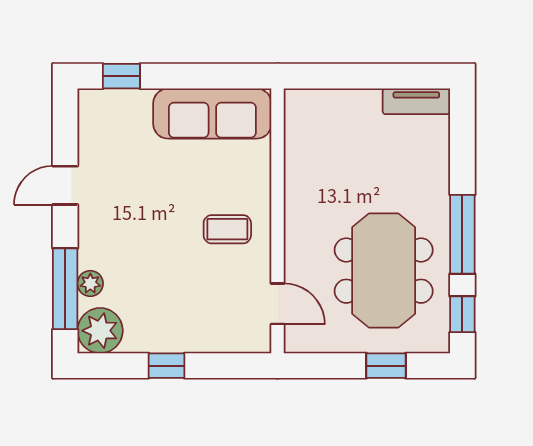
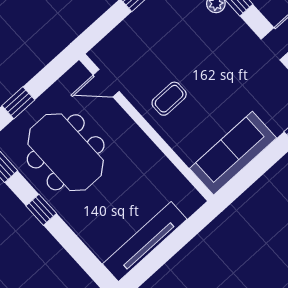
tv unit: (416, 101) -> (145, 241), width x1.92, depth x1.29
window: (462, 234) -> (41, 210), width x0.46

